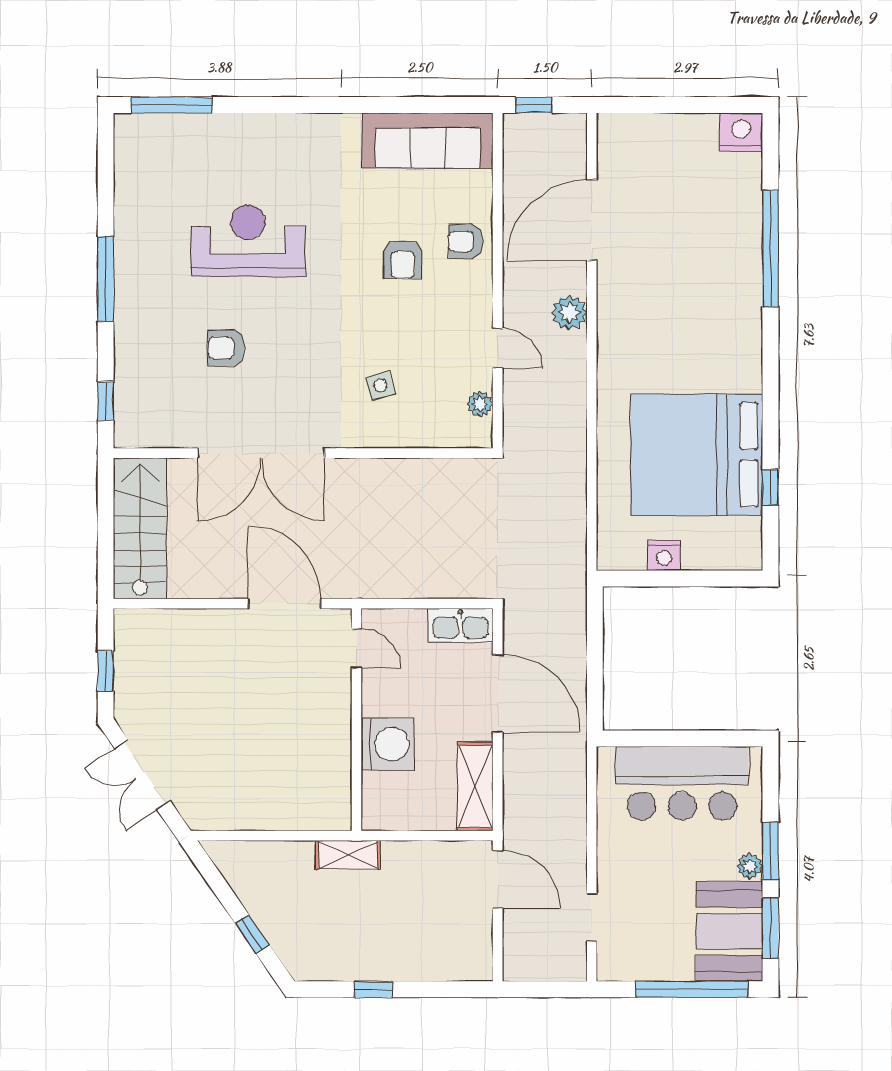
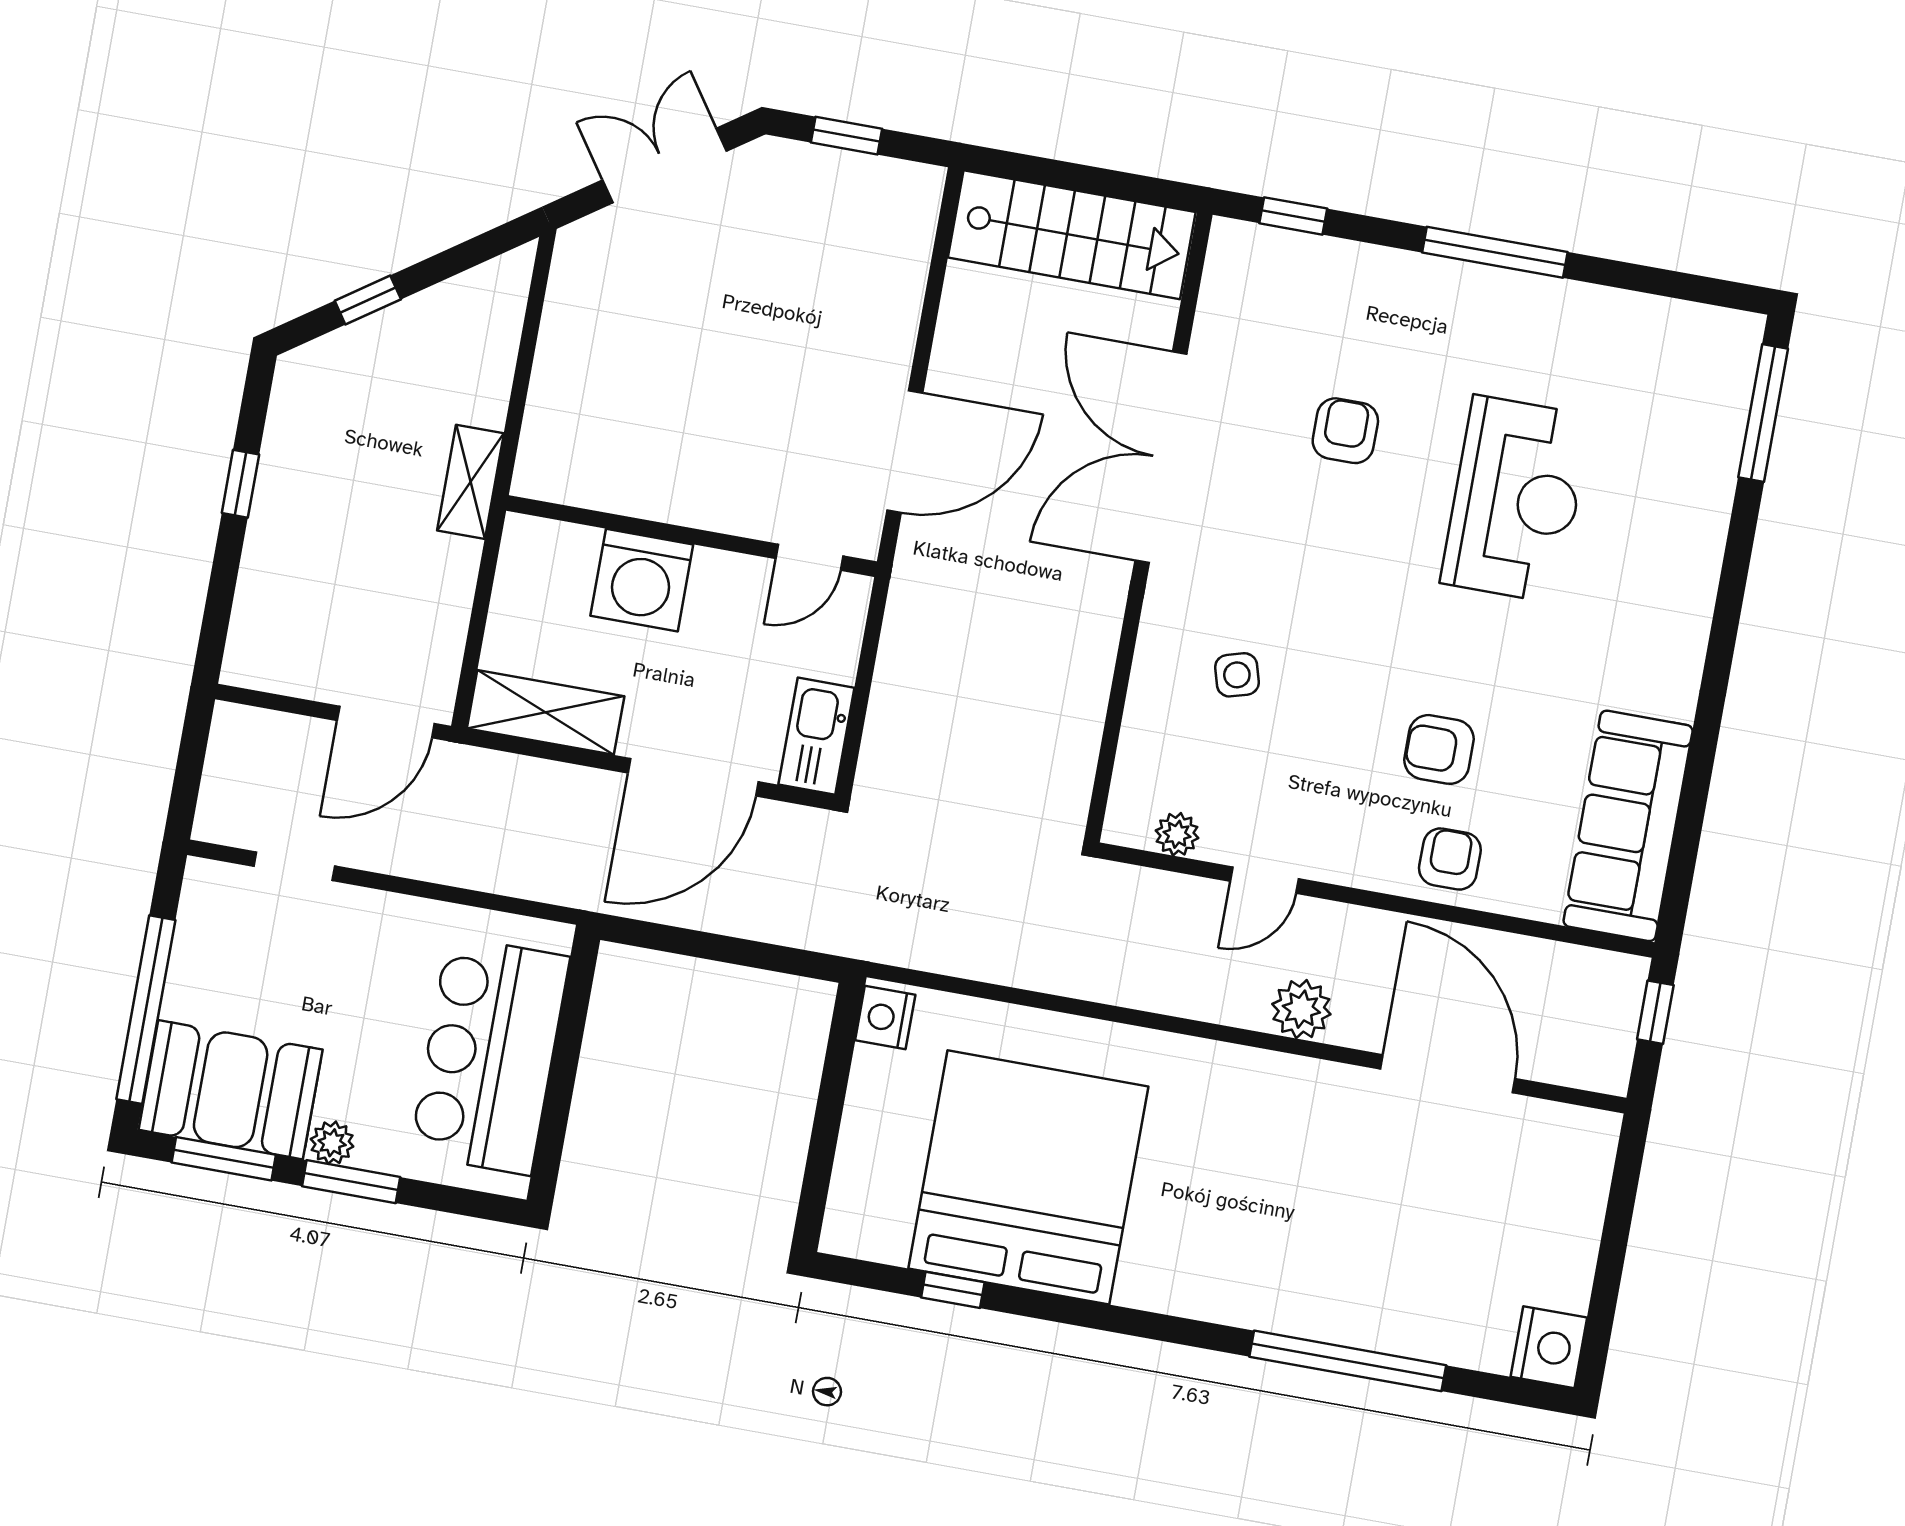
nightstand: (664, 555) -> (885, 1018), moved

